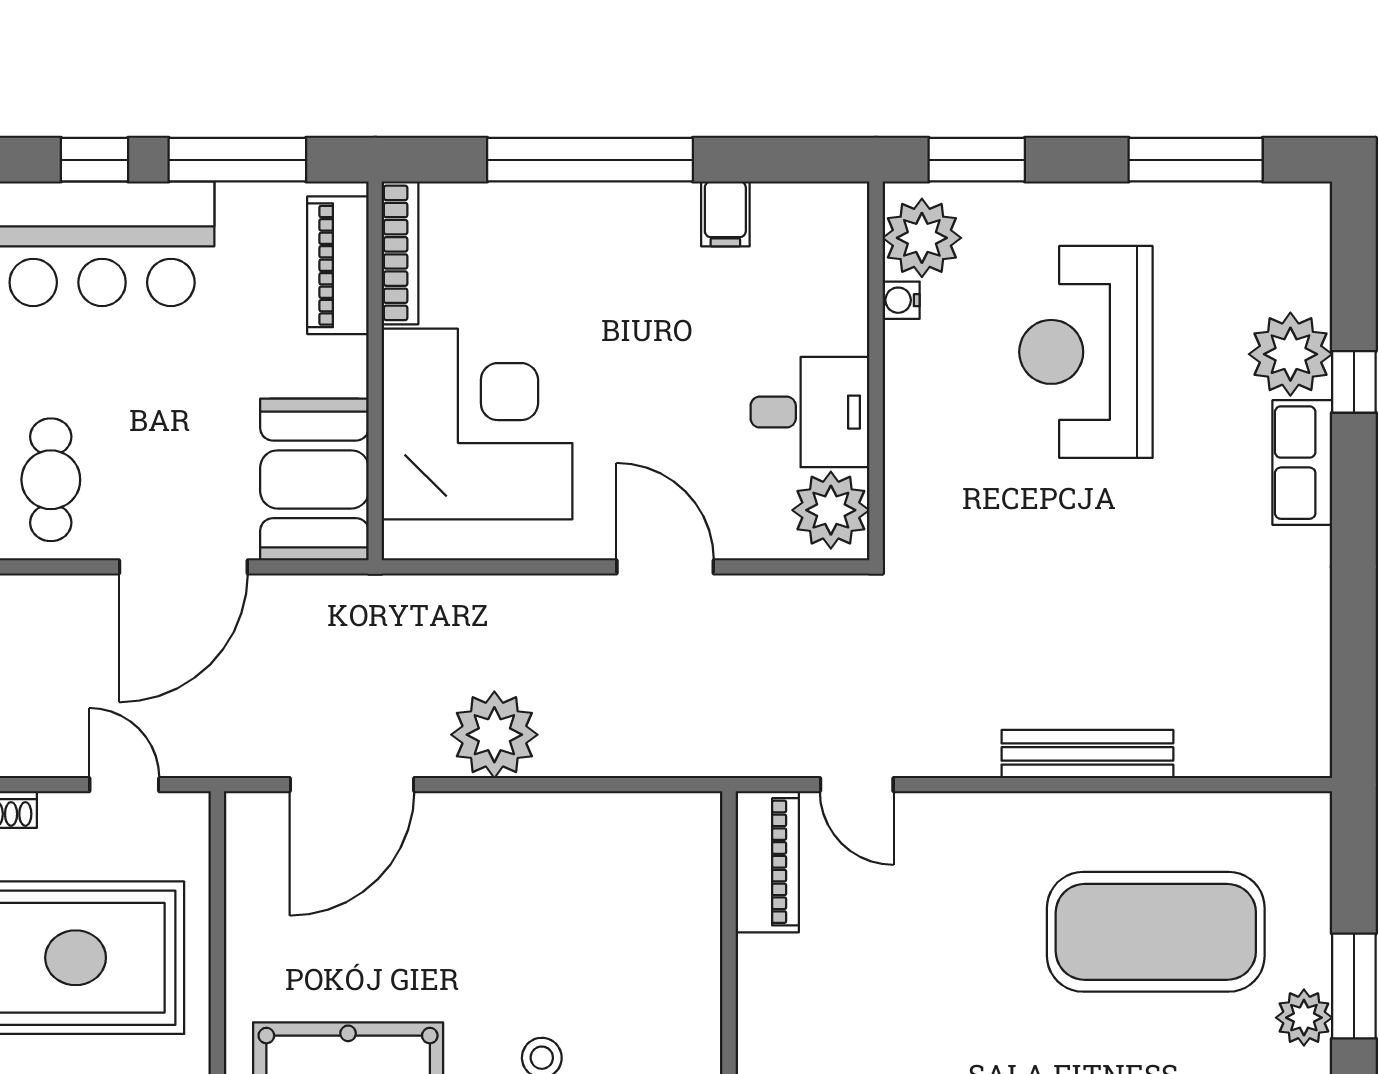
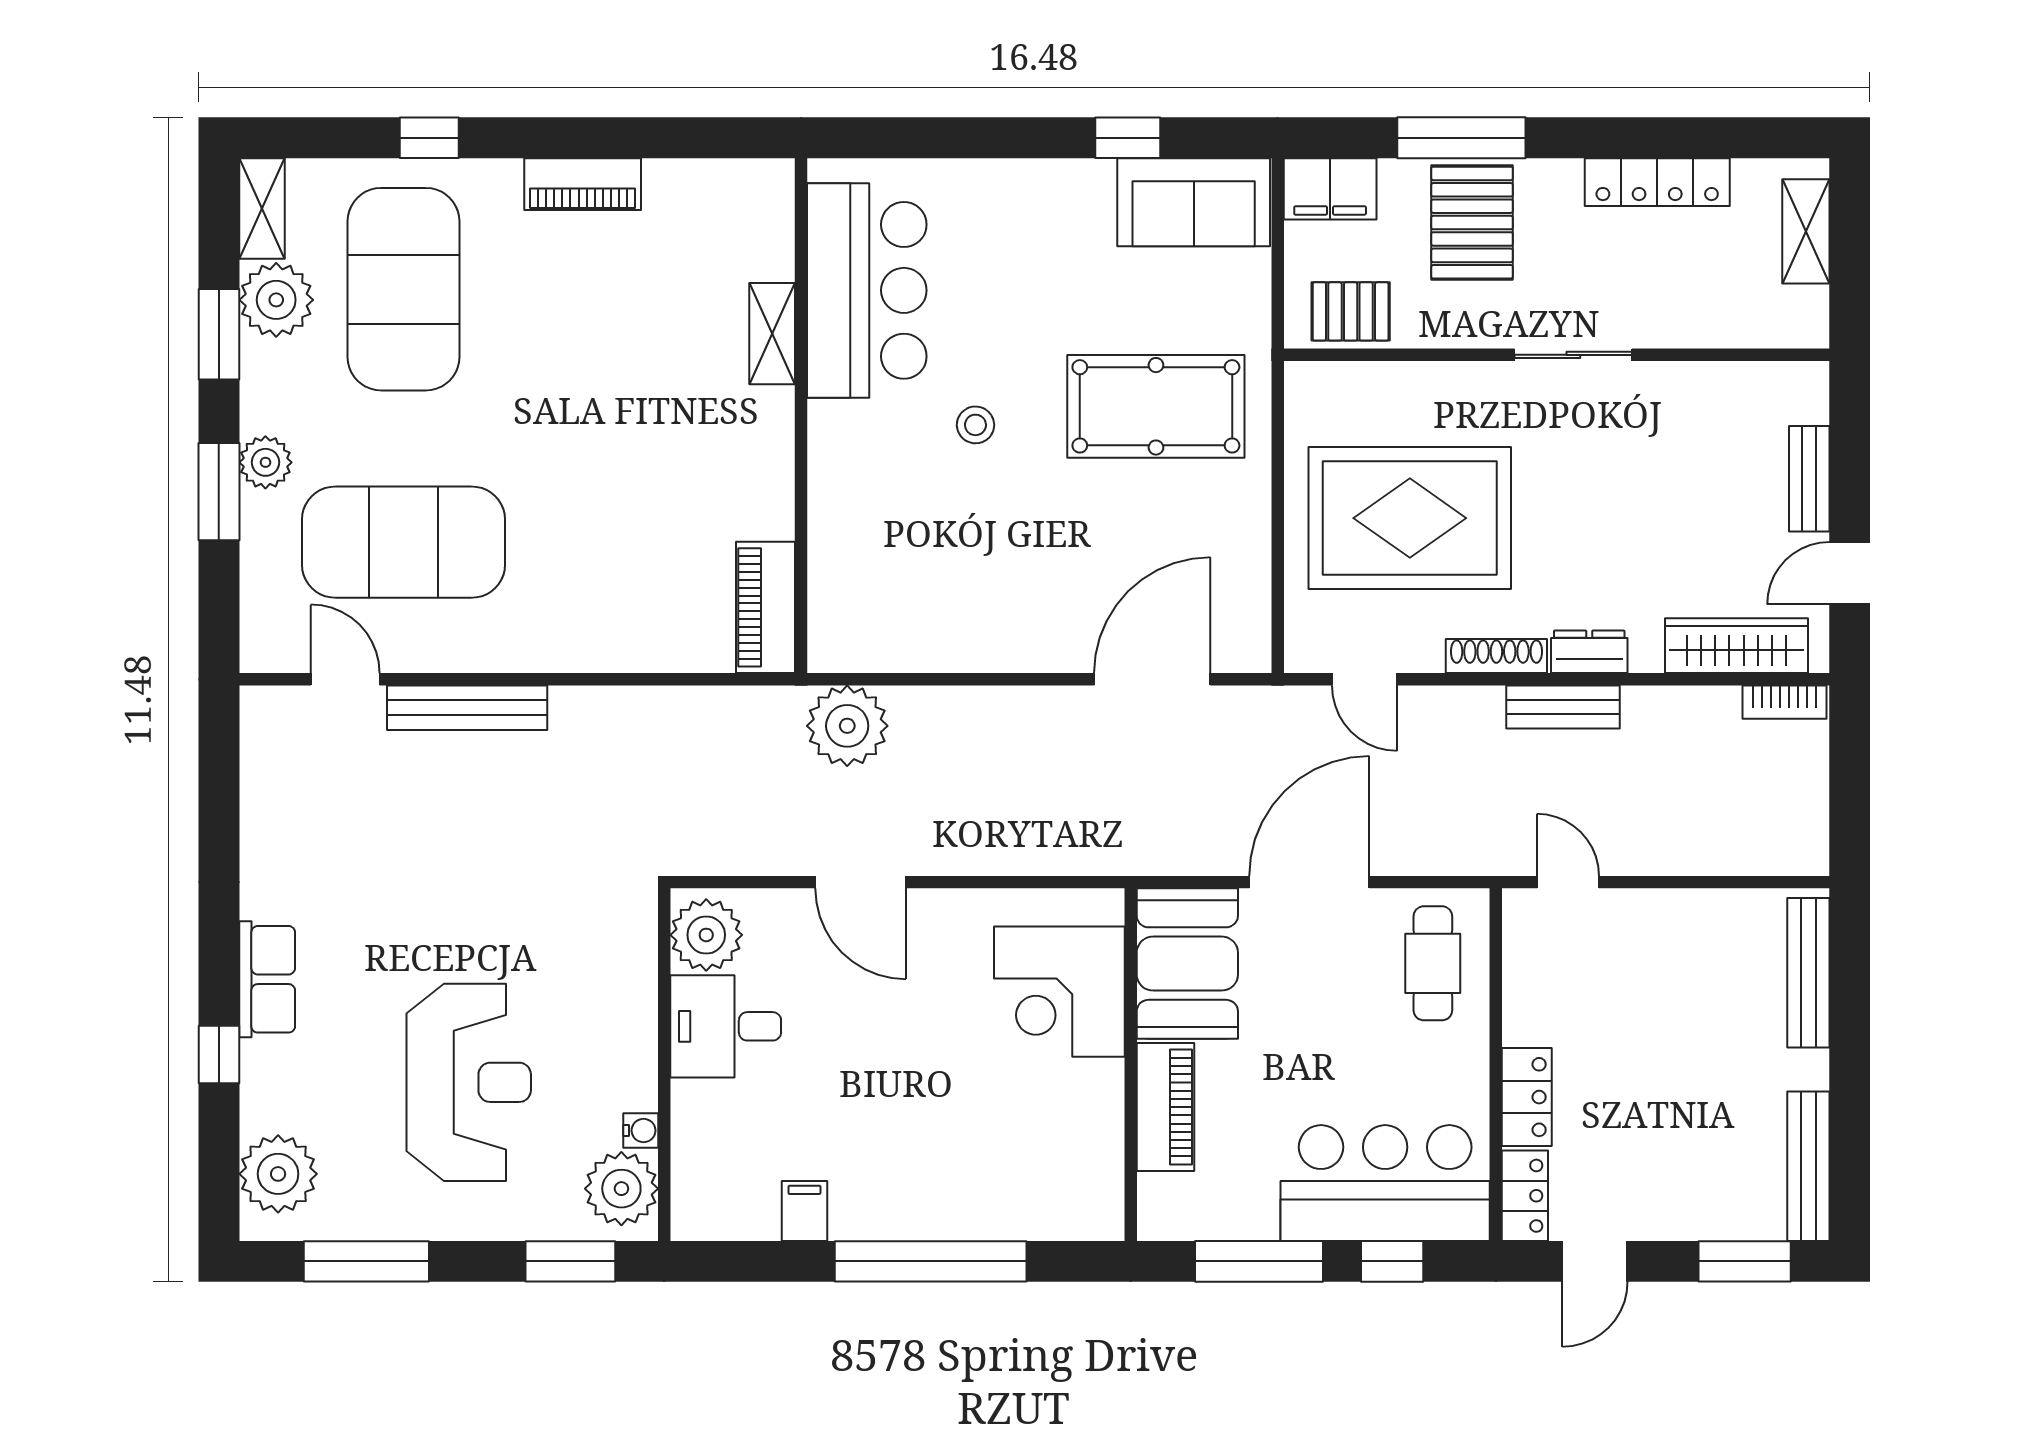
bookcase: (400, 253) -> (1108, 1175), removed
piano: (338, 265) -> (1165, 1107), moved
plant: (1290, 354) -> (278, 1174), moved
corner desk: (477, 424) -> (1059, 992), width x0.74, depth x0.74
plant: (494, 735) -> (847, 726), moved
door: (857, 785) -> (345, 679), moved

